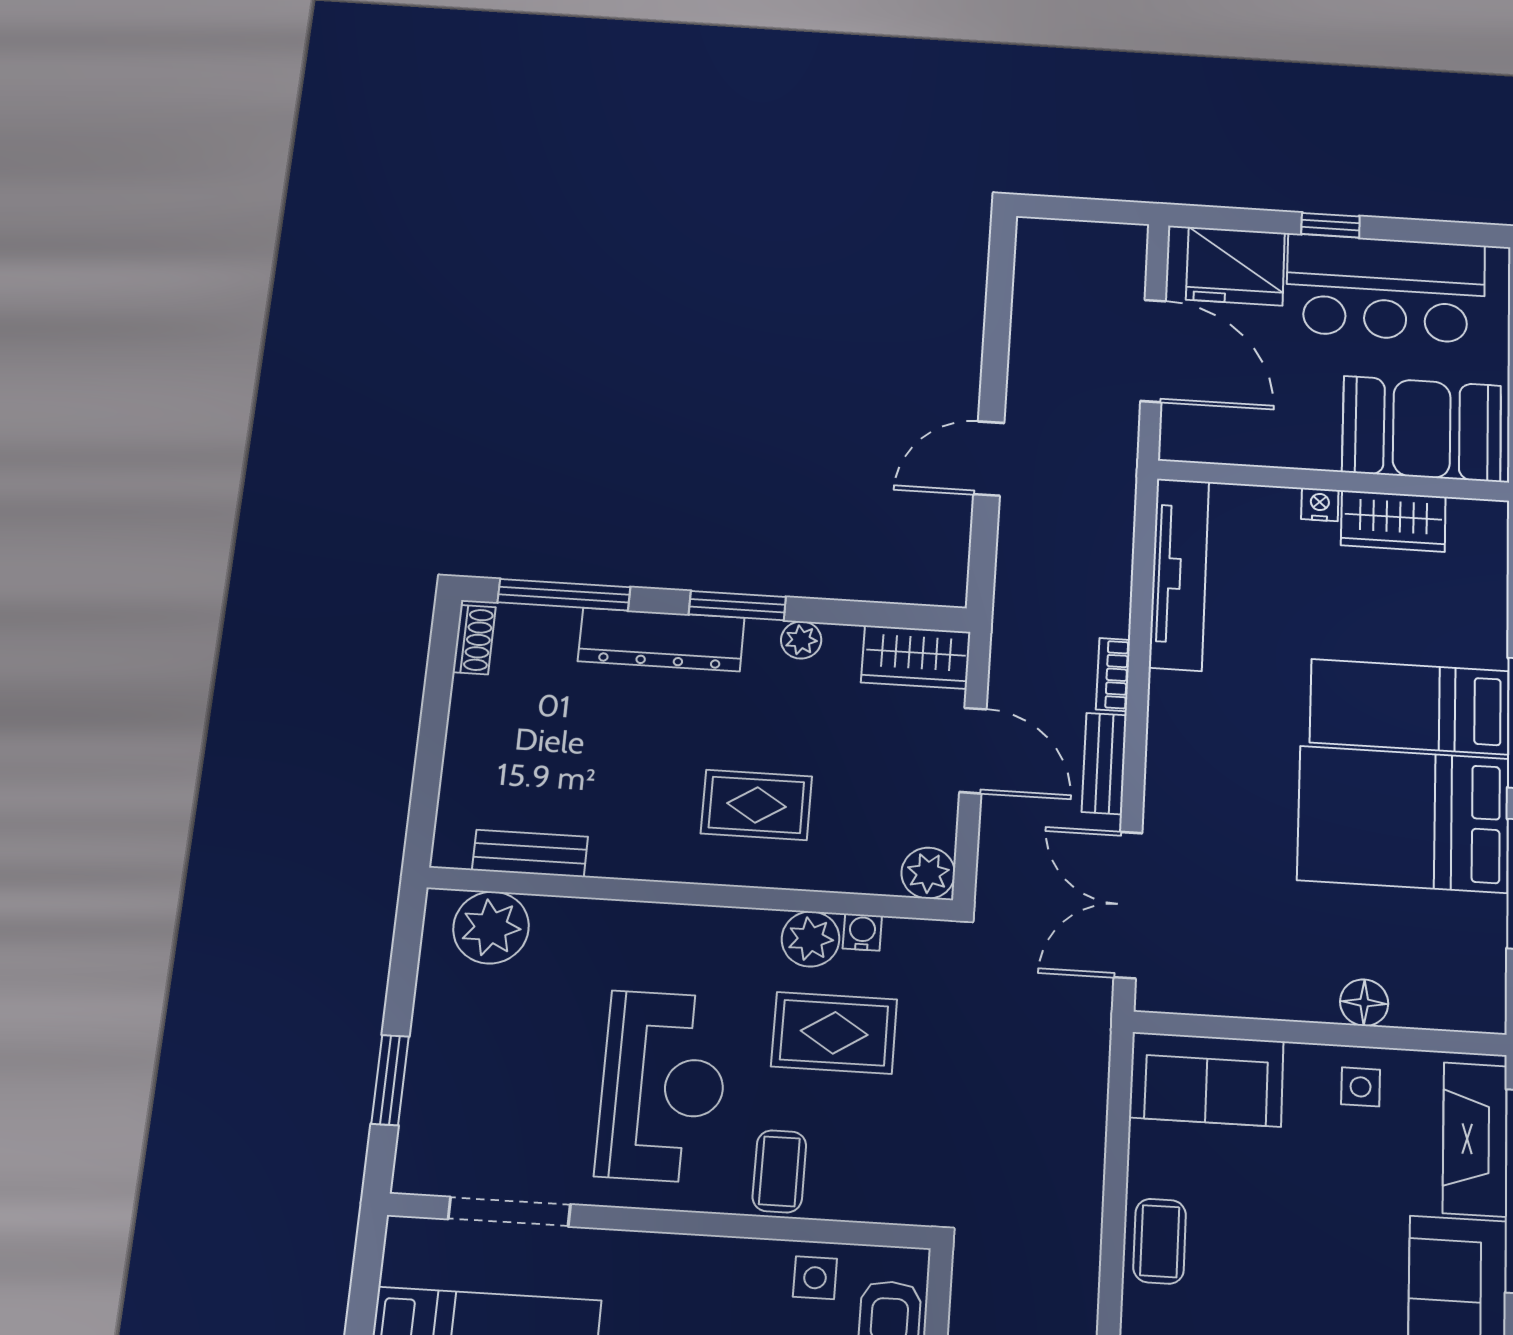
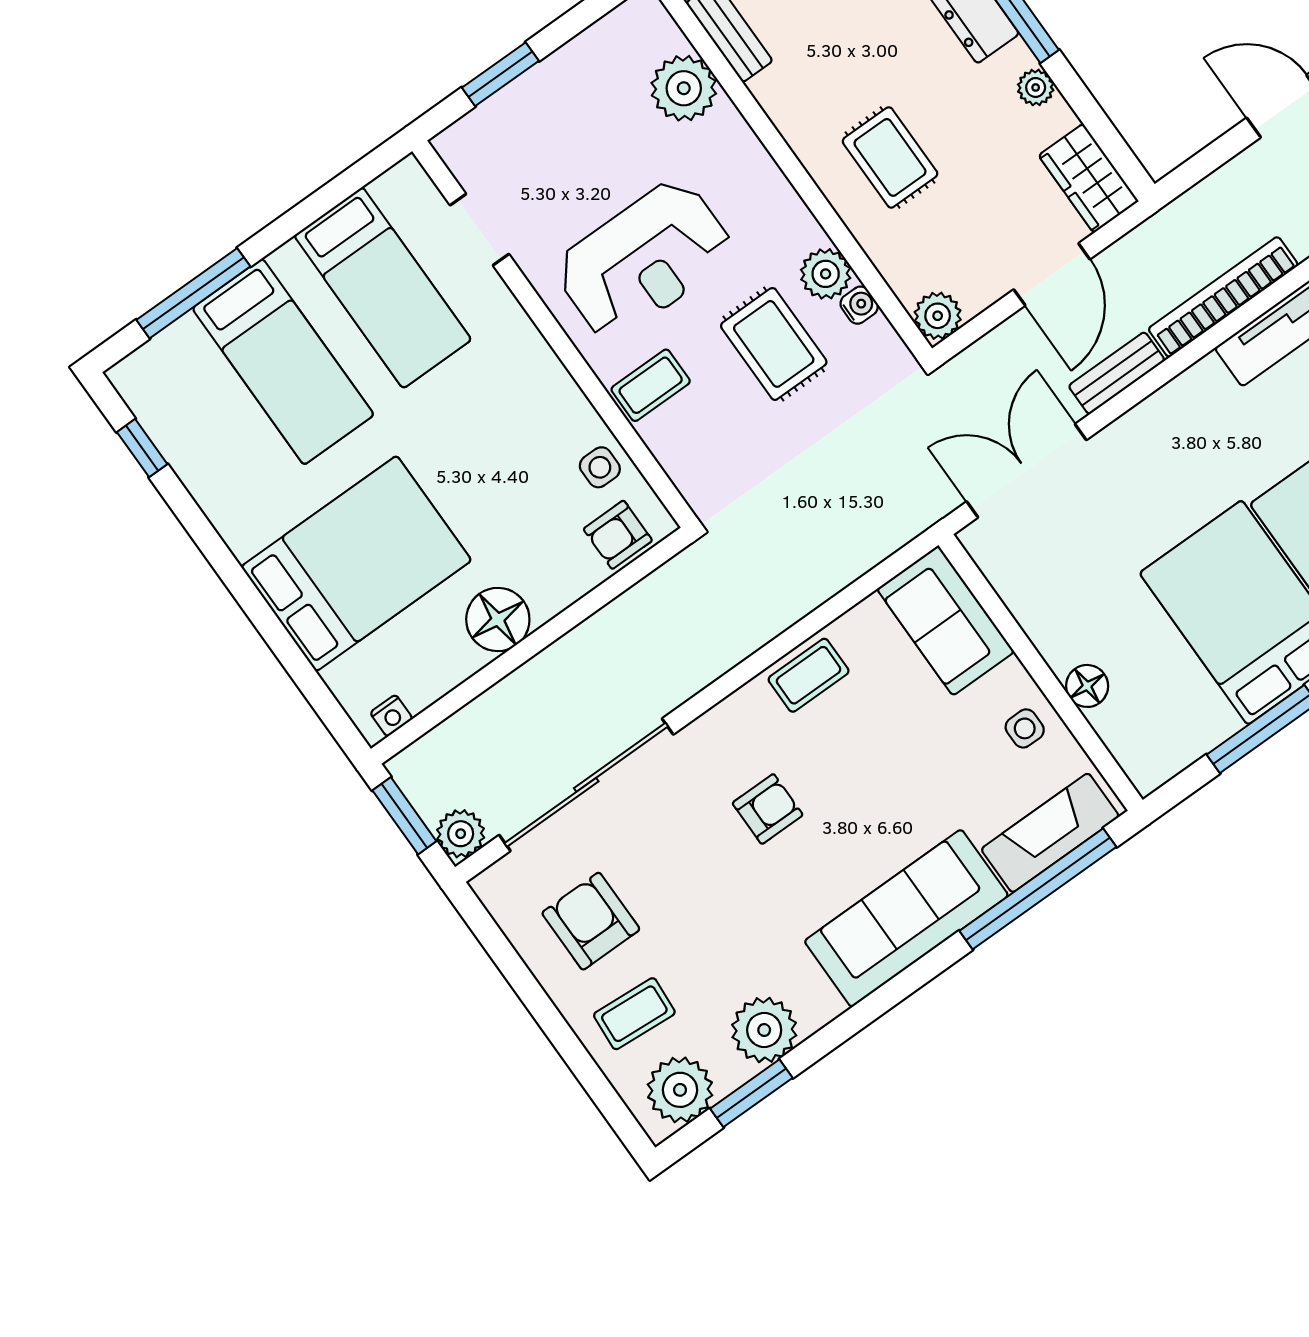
bookcase: (1113, 675) -> (1223, 297), width x2.31, depth x1.31
plant: (491, 928) -> (684, 88), moved
doorway: (509, 1212) -> (479, 230), width x0.73

